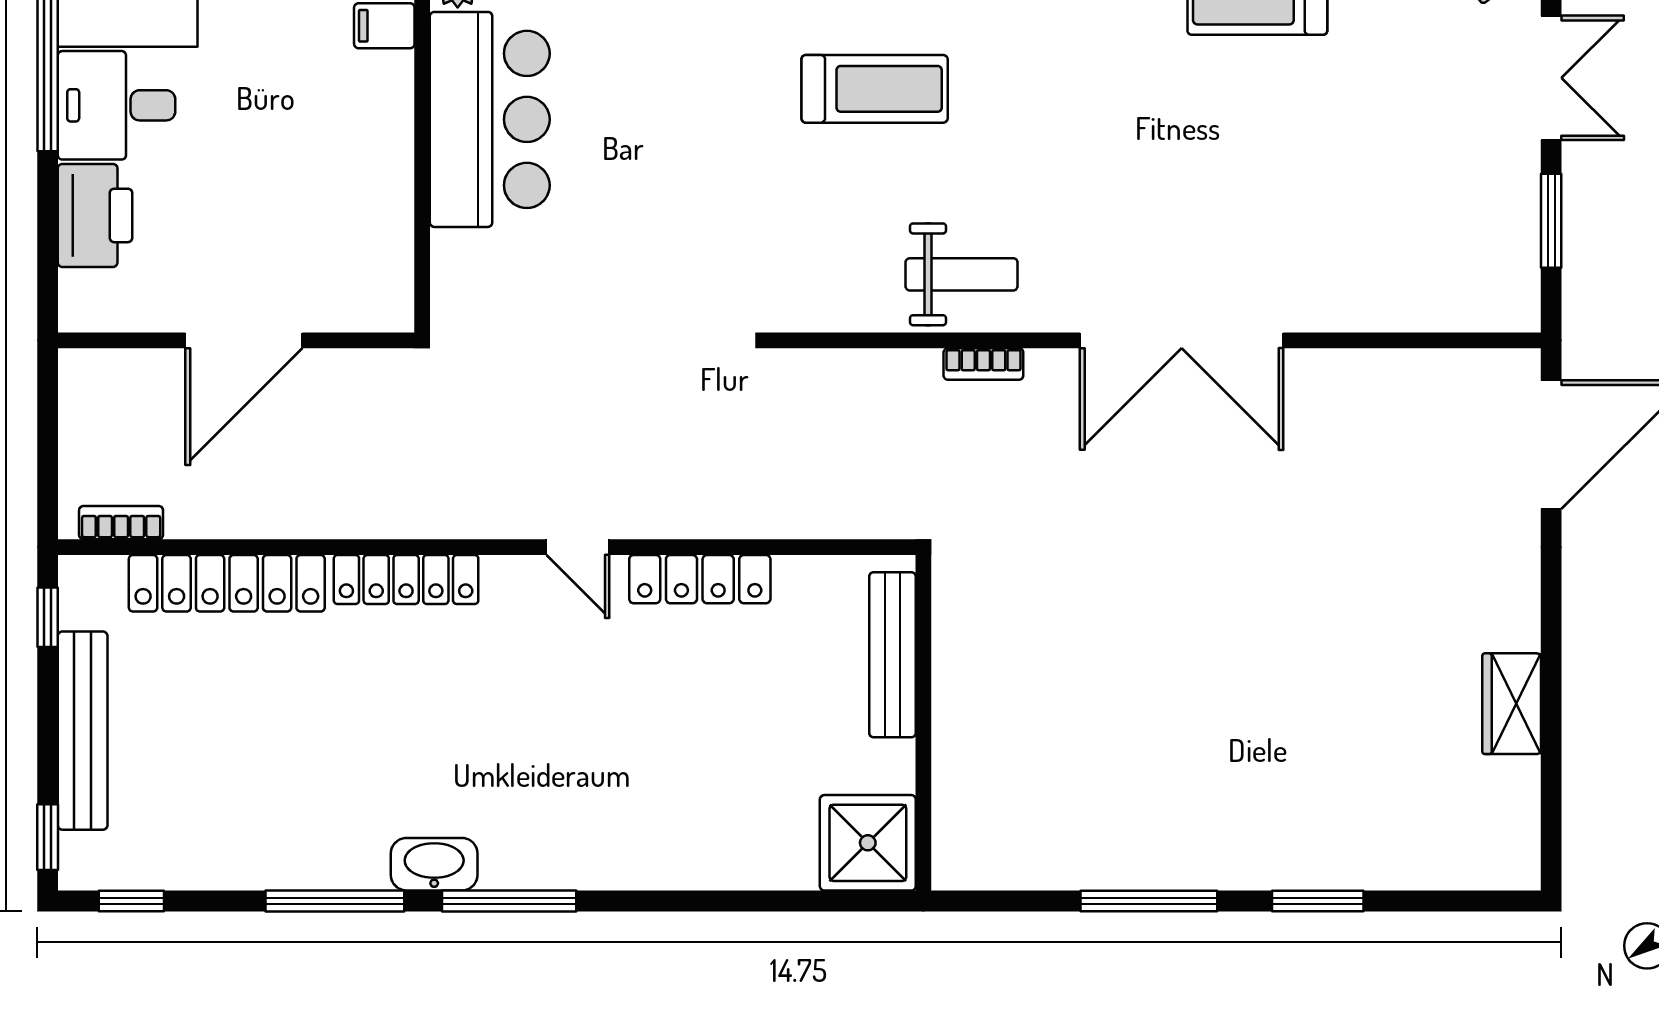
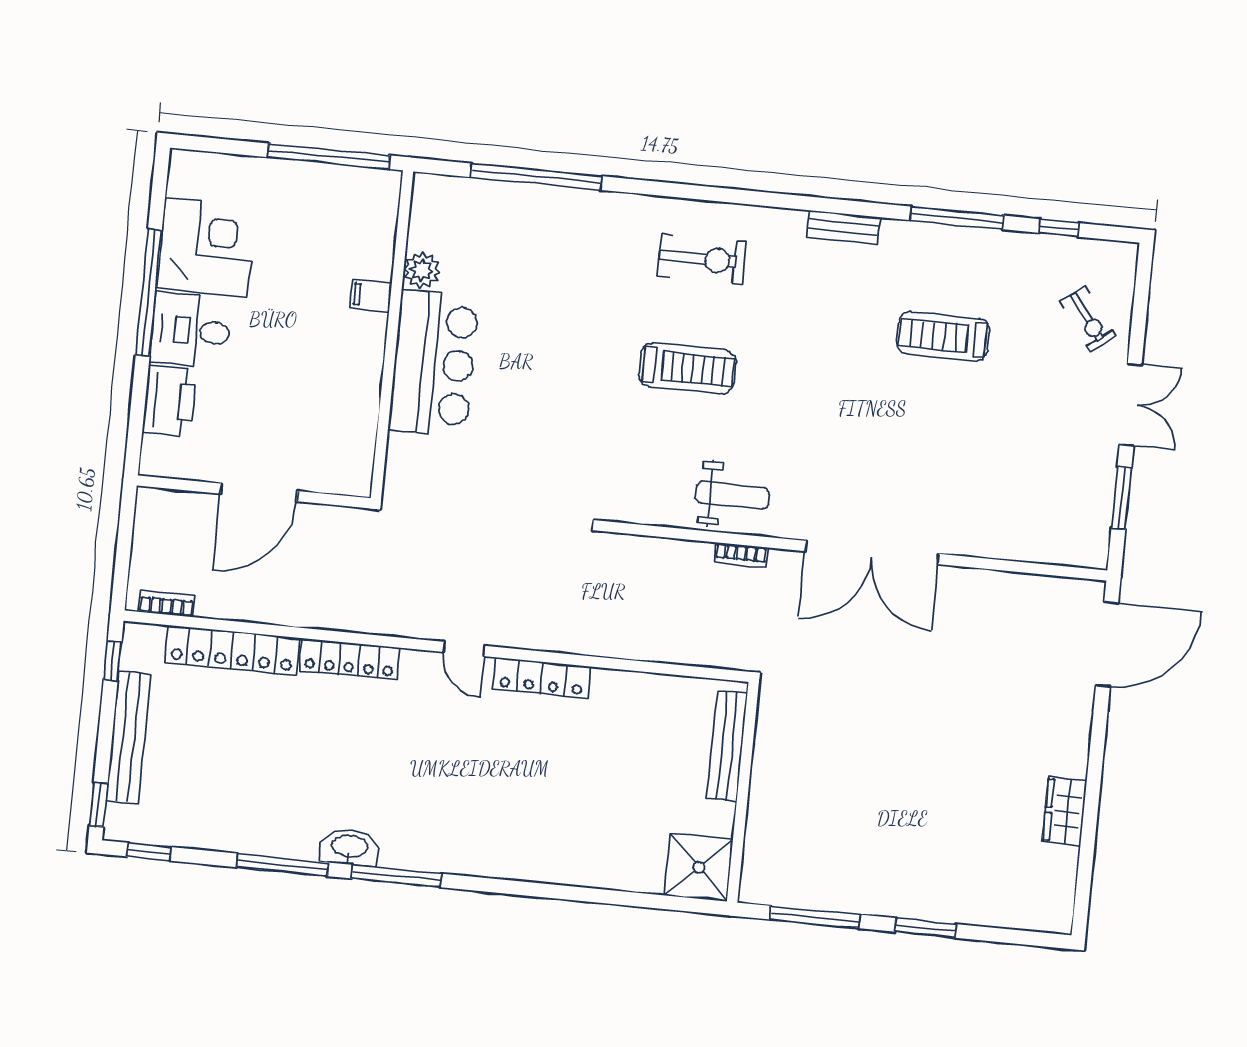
bench: (892, 655) -> (727, 746), moved
wall: (923, 723) -> (743, 792), moved
shower: (868, 843) -> (699, 867), moved

